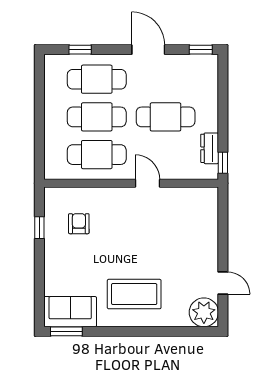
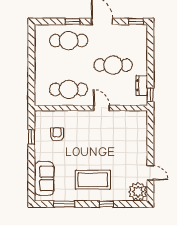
window: (80, 50) -> (73, 21), moved
cafe table: (97, 117) -> (69, 65), removed
sofa: (70, 312) -> (44, 178), moved, turned 90
window: (66, 331) -> (64, 204), moved
window: (155, 331) -> (106, 204), added

